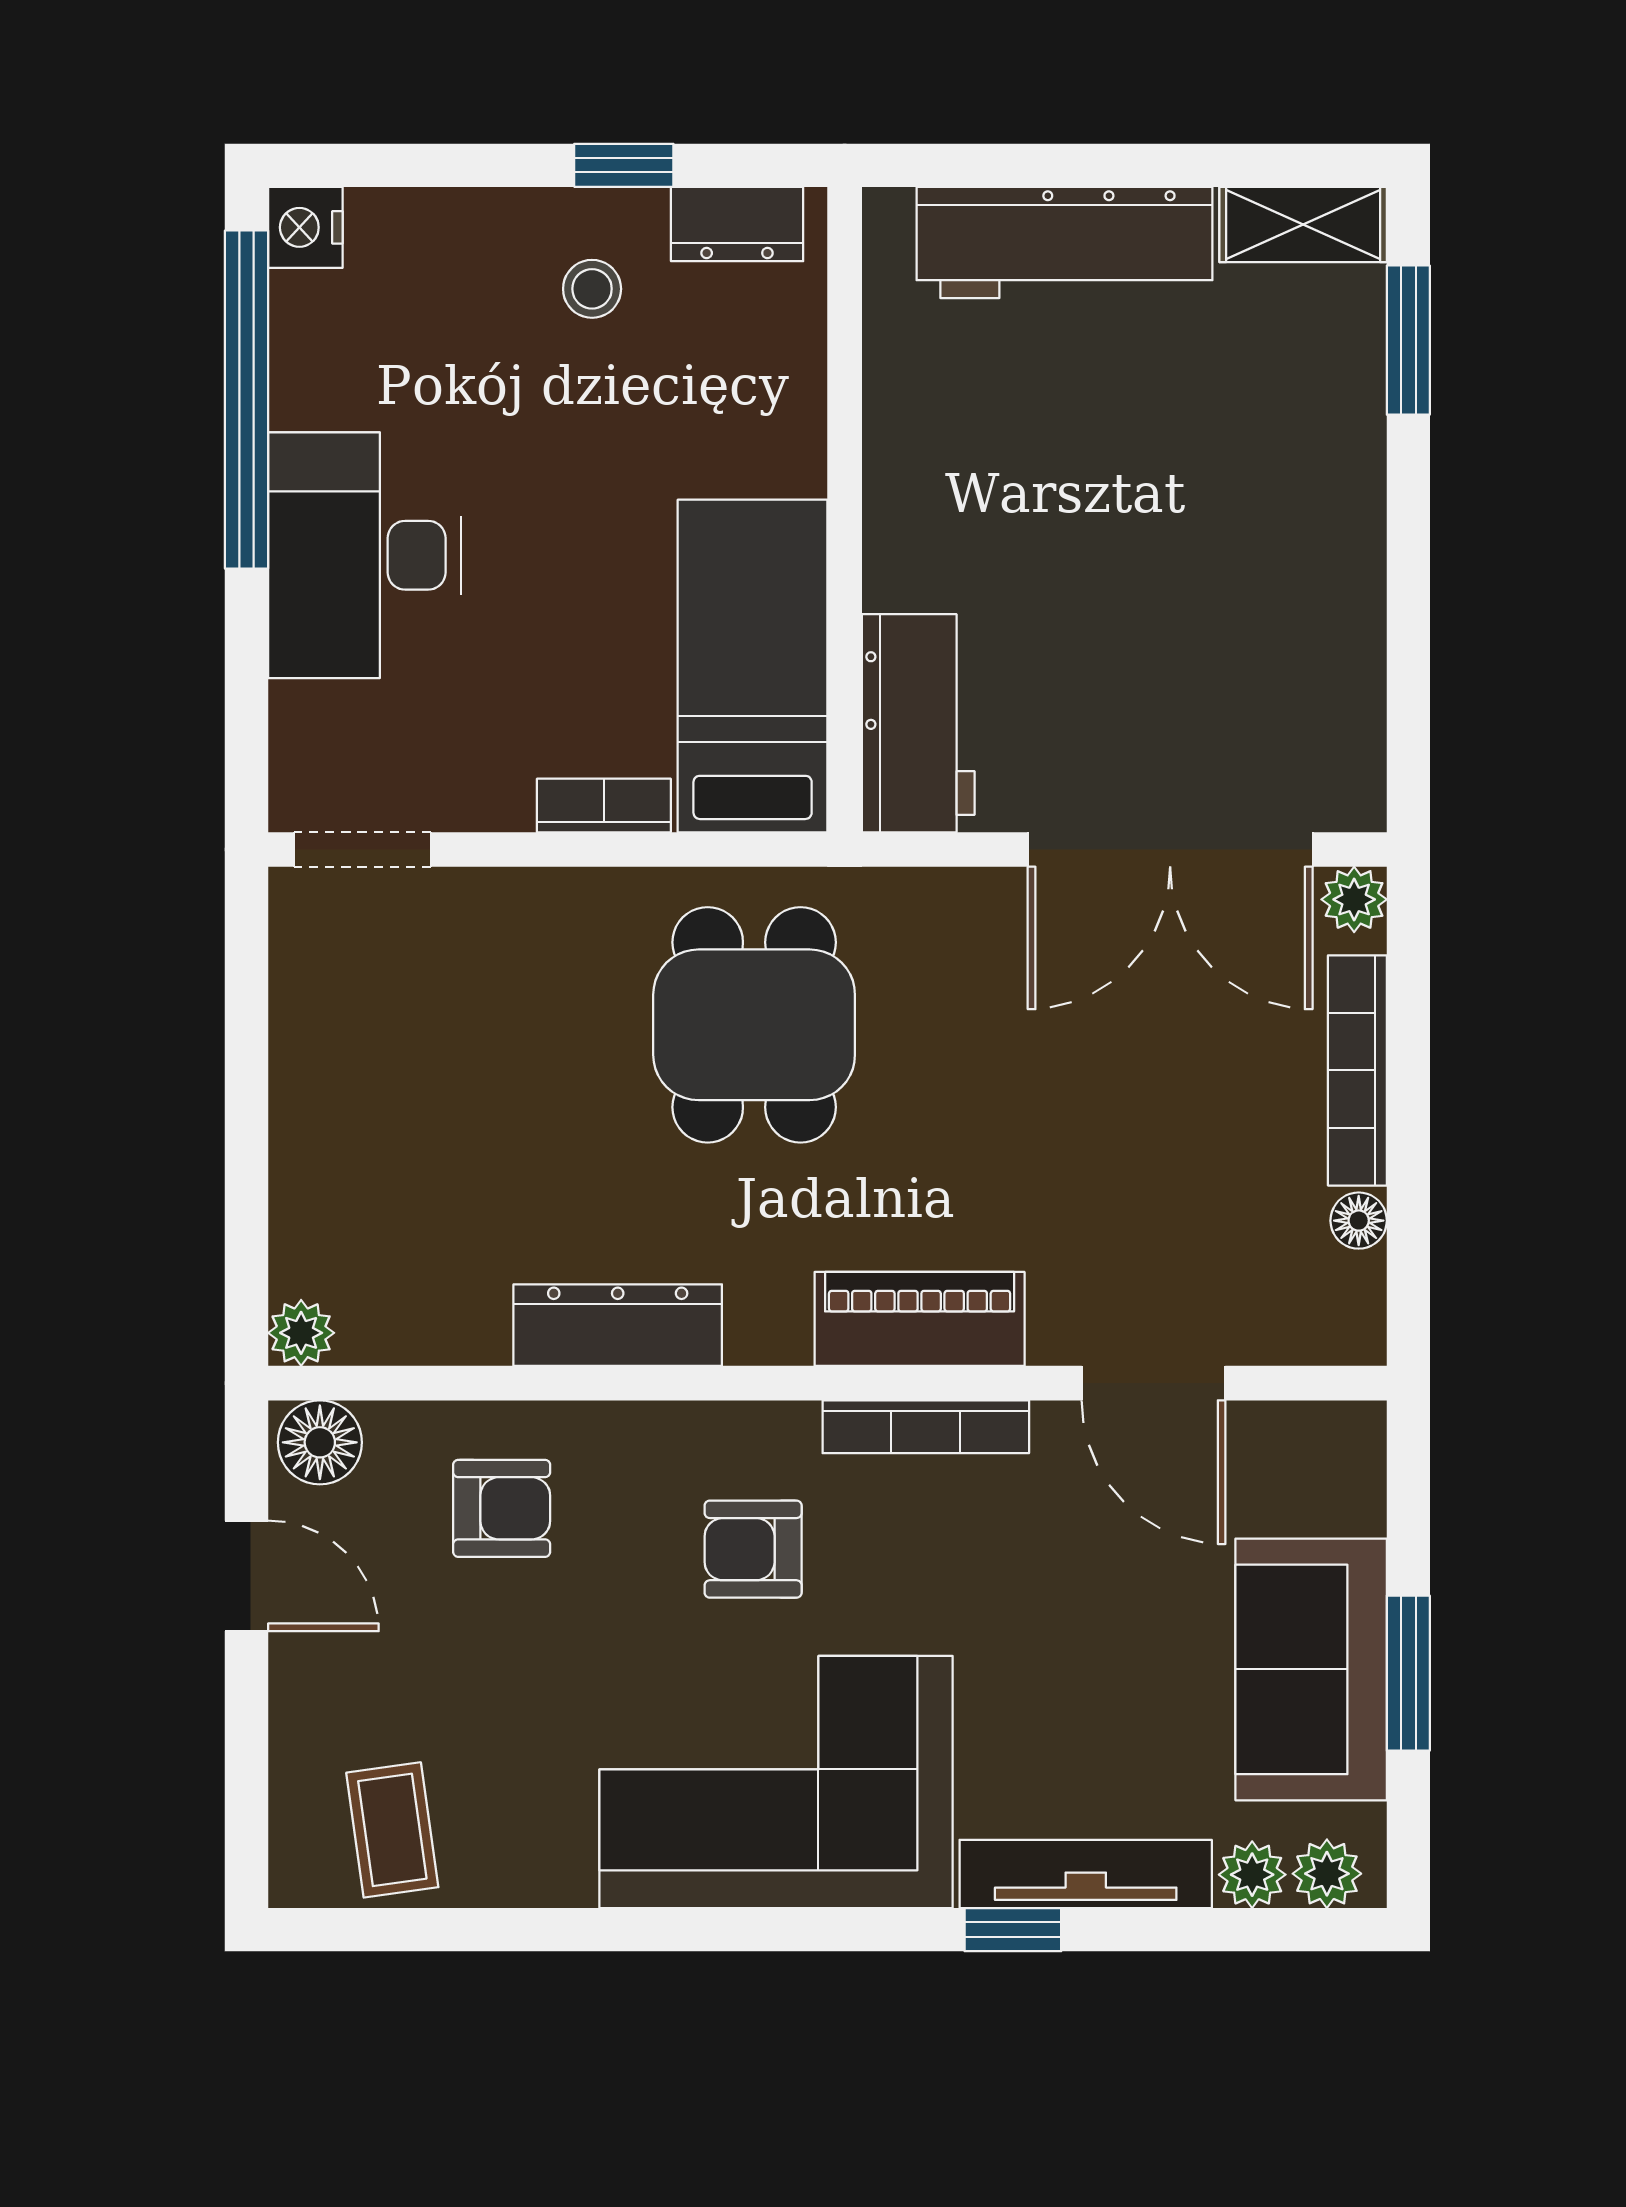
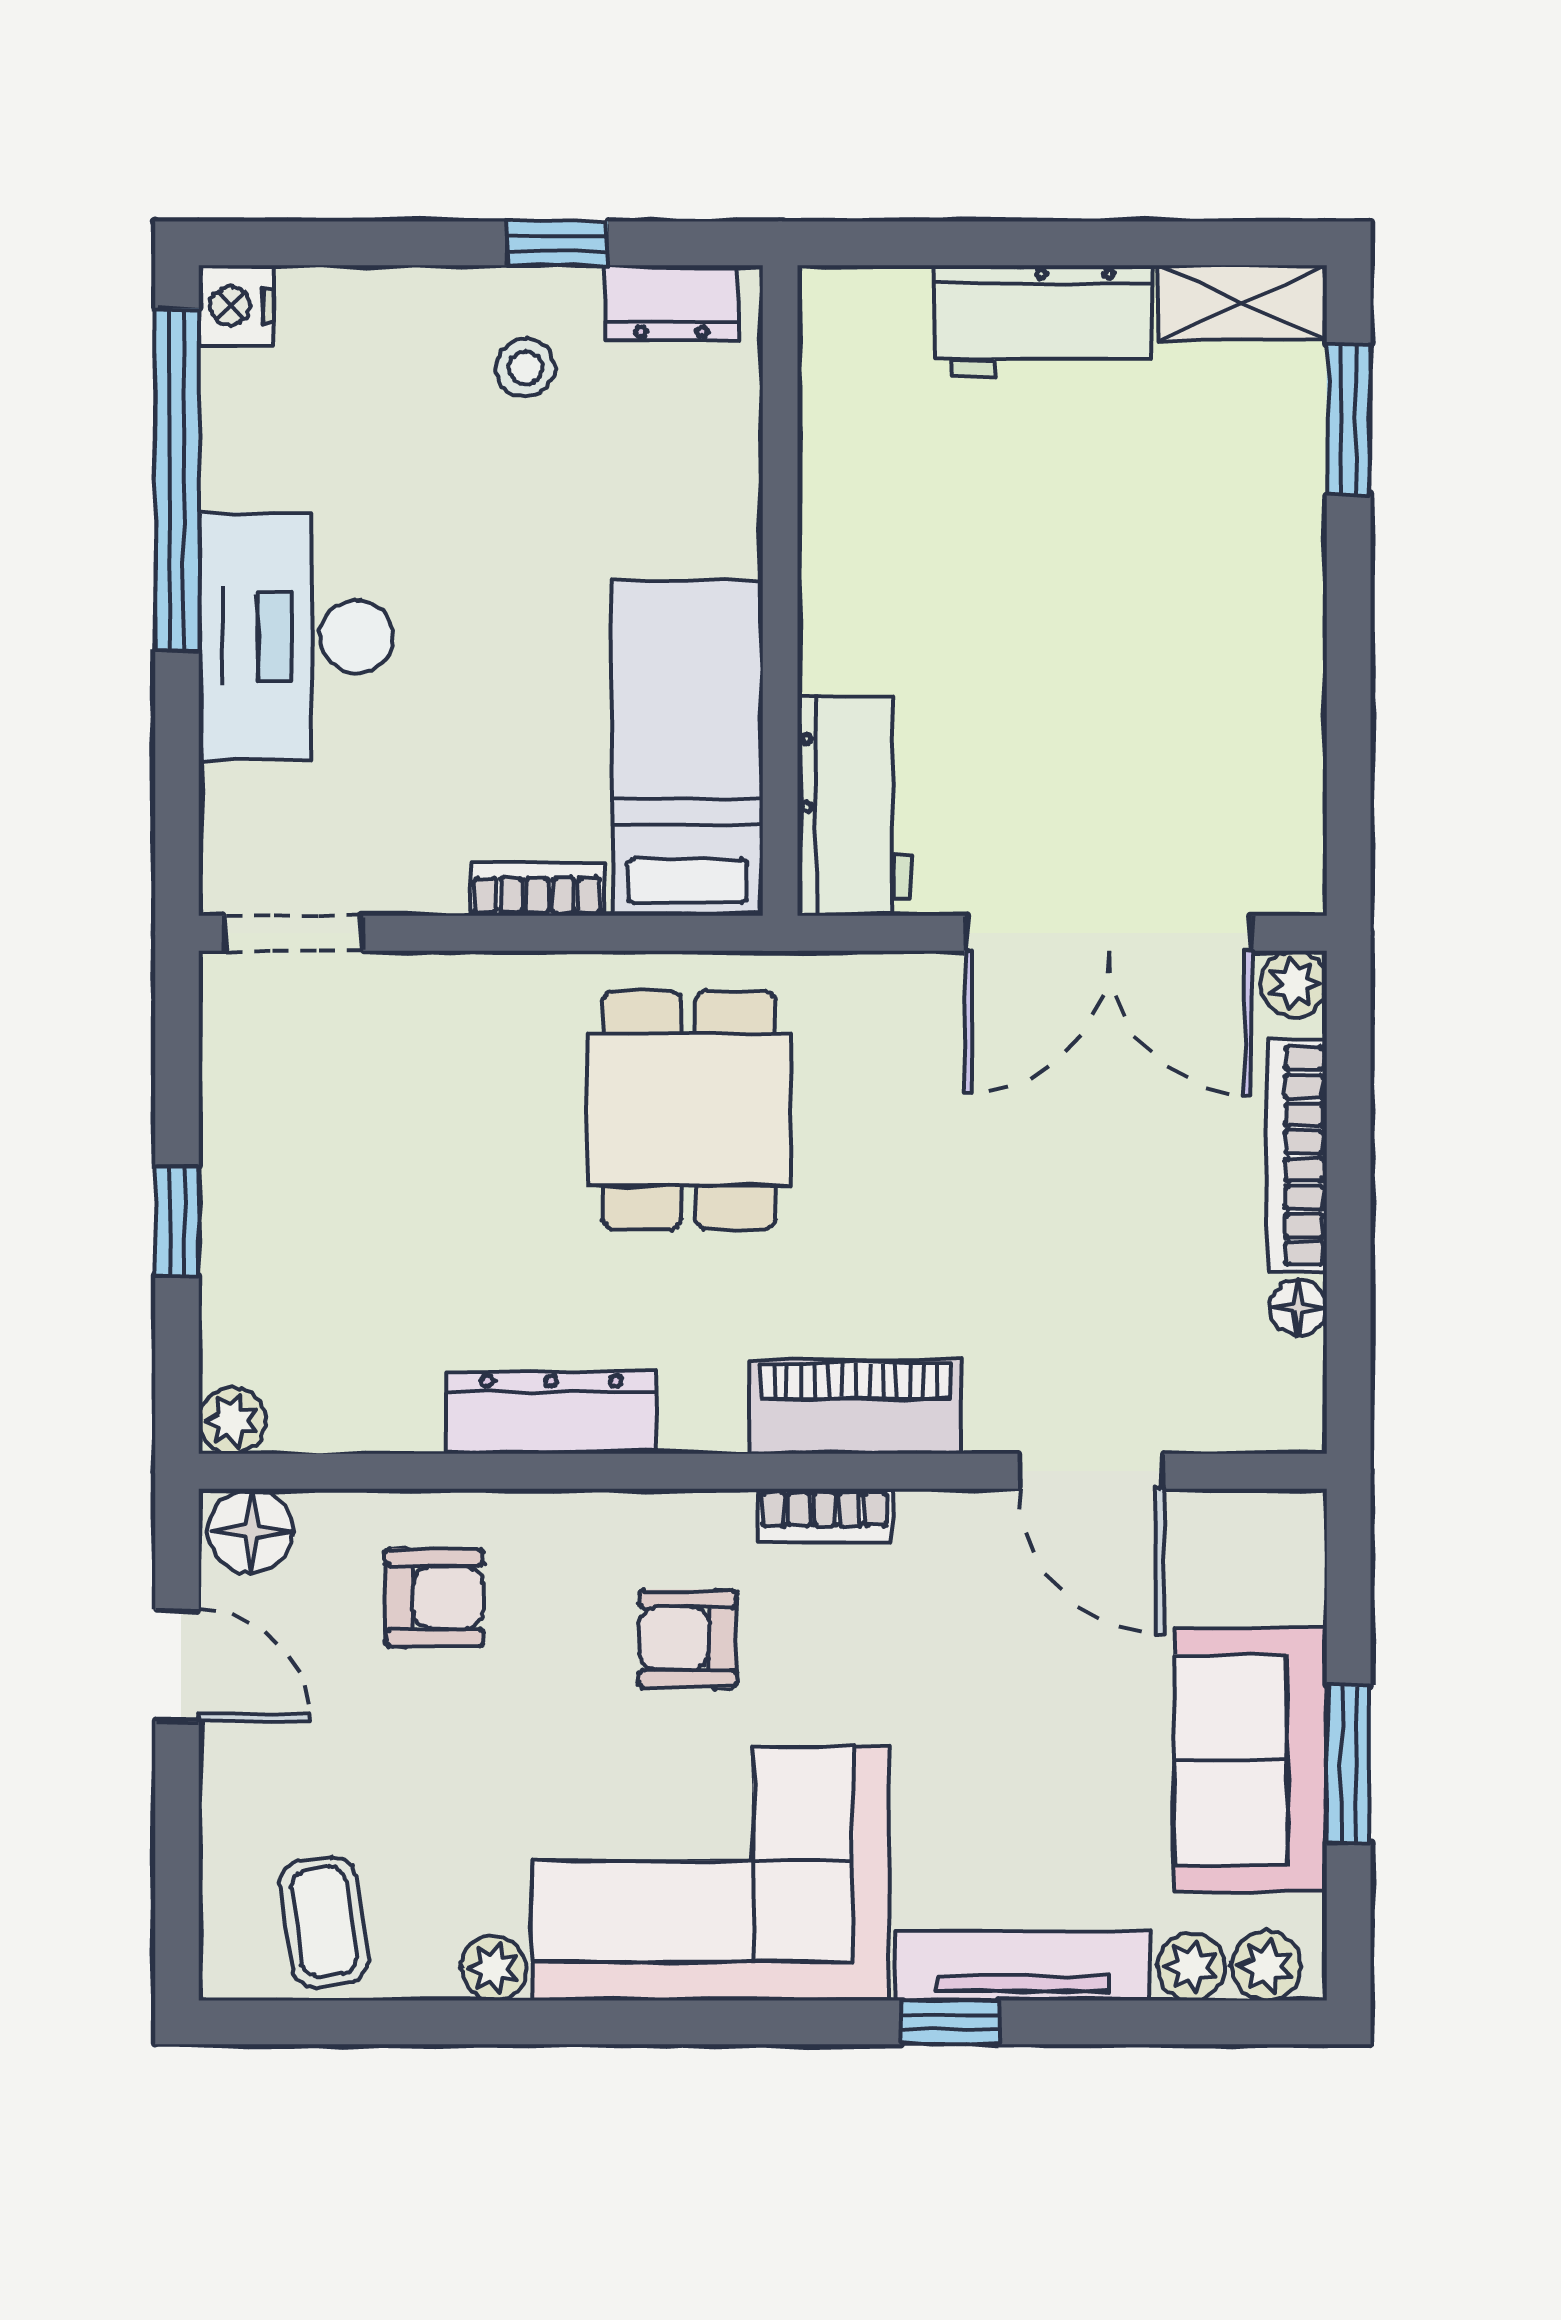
workbench: (1065, 242) -> (1043, 321), width x0.73
window: (247, 1135) -> (177, 1221), added
bookcase: (926, 1427) -> (825, 1515), width x0.64
plant: (560, 1876) -> (494, 1968), added

